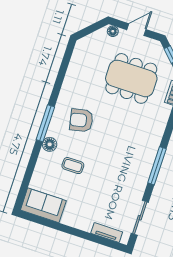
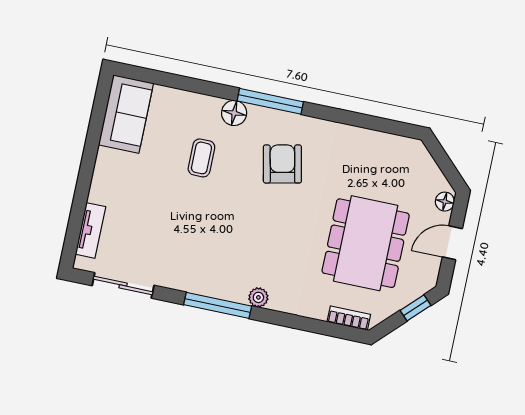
door: (136, 30) -> (452, 243), swing flipped
plant: (155, 142) -> (258, 297), added

